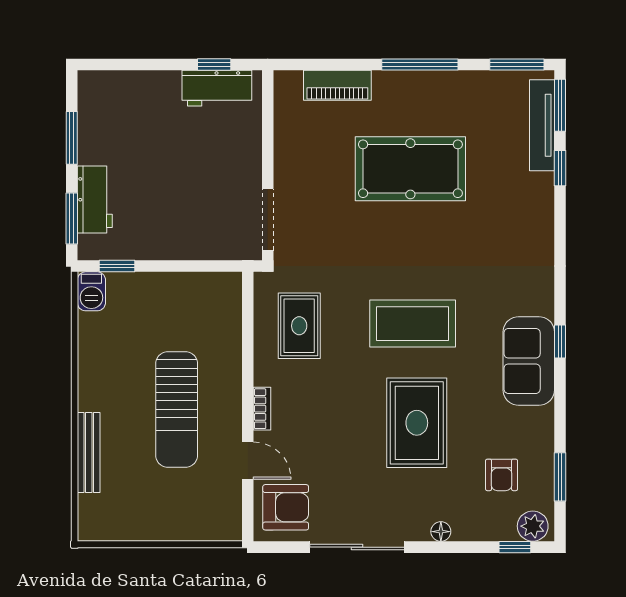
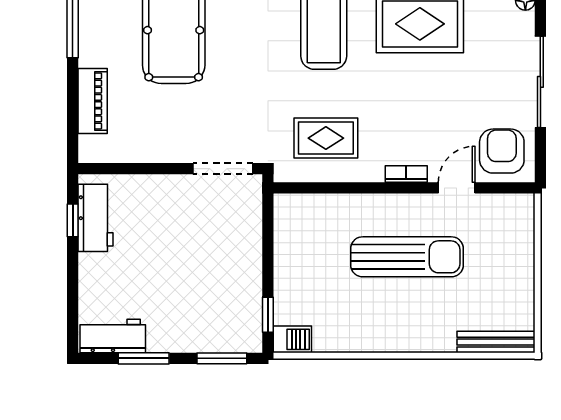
workbench: (95, 199) -> (113, 336), moved
bench: (89, 452) -> (496, 342), moved

